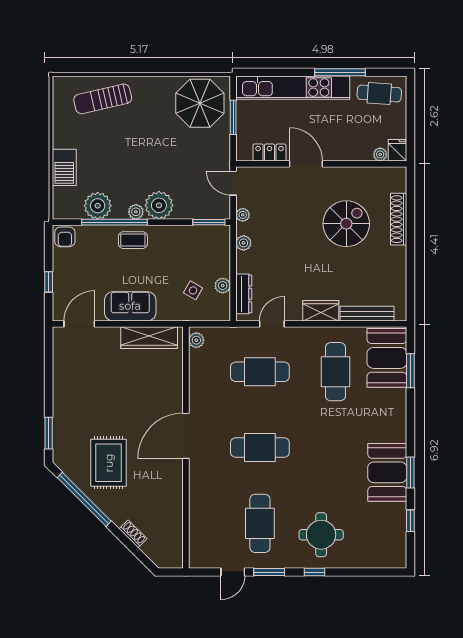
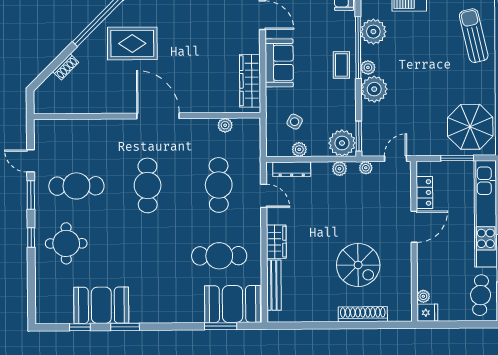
plant: (216, 240) -> (342, 143), added
plant: (196, 340) -> (225, 125), moved
booth: (387, 472) -> (101, 305), moved

